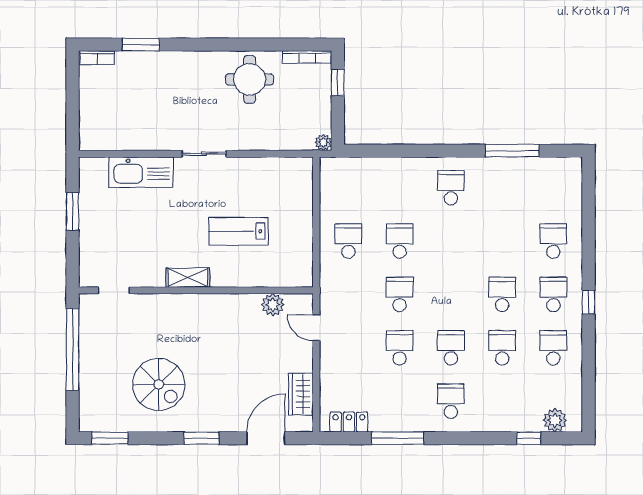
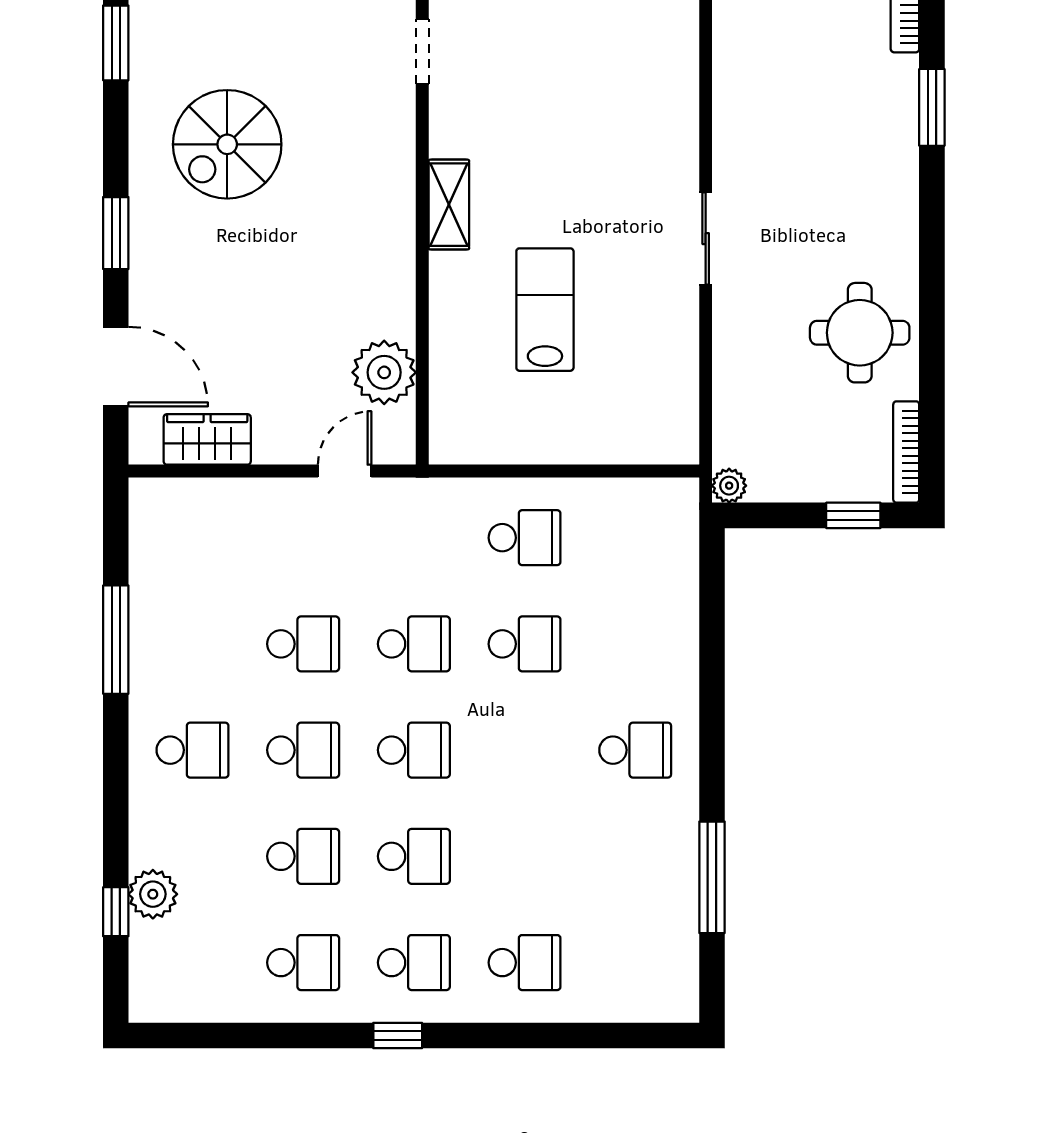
kitchen sink: (141, 172) -> (667, 108), removed
school desk: (451, 294) -> (414, 750), added
plant: (273, 305) -> (384, 372), width x1.36, depth x1.36
plant: (555, 420) -> (153, 894), moved
locker: (349, 422) -> (149, 539), removed

